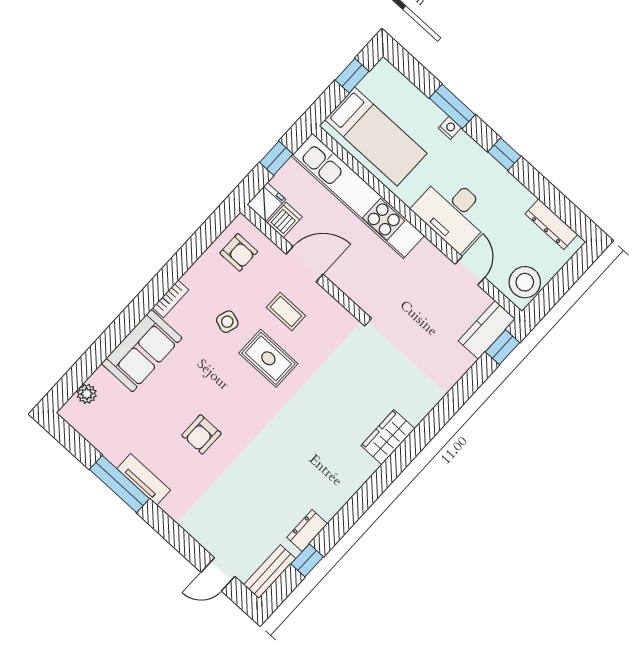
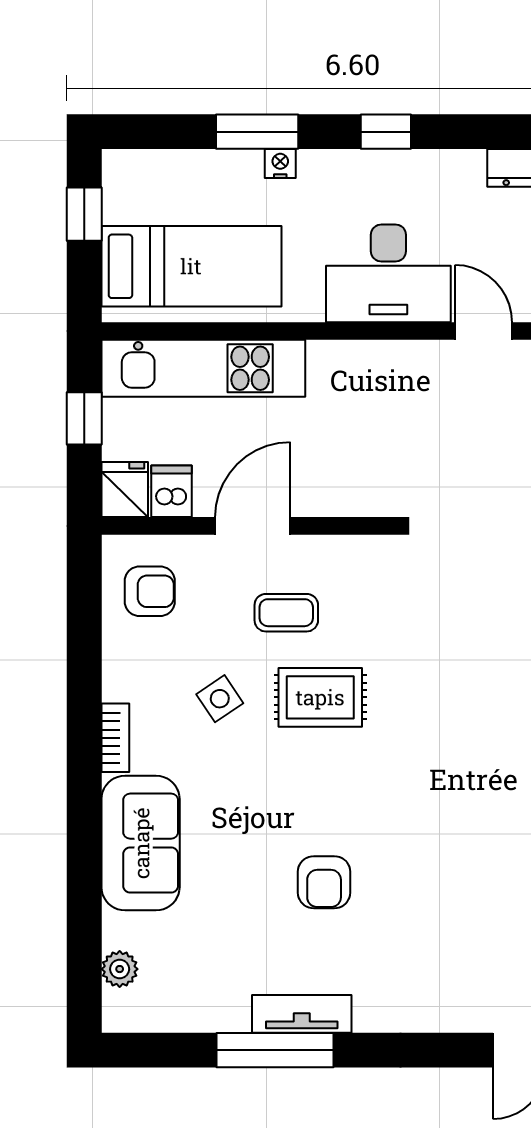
kitchen unit: (358, 196) -> (203, 368), width x0.73
side table: (227, 322) -> (220, 699), turned 38

